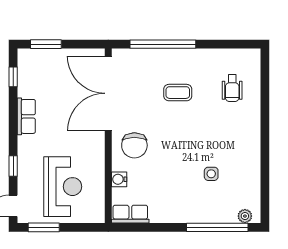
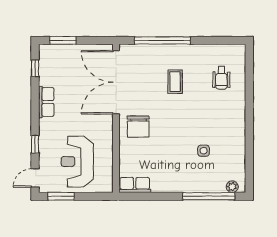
coffee table: (178, 93) -> (175, 82), turned 90
water cooler: (119, 179) -> (125, 155), removed
reception desk: (63, 187) -> (77, 162), turned 180

